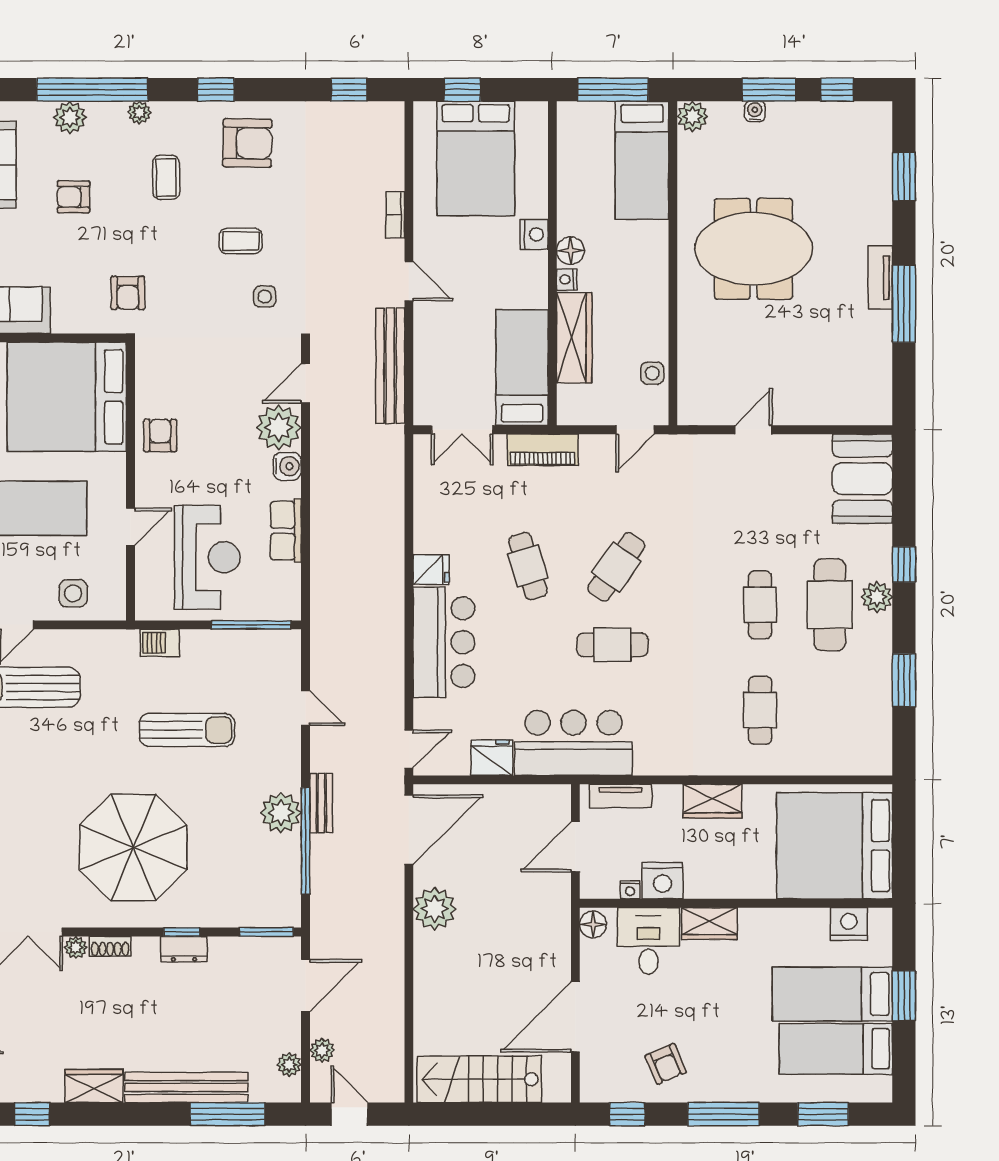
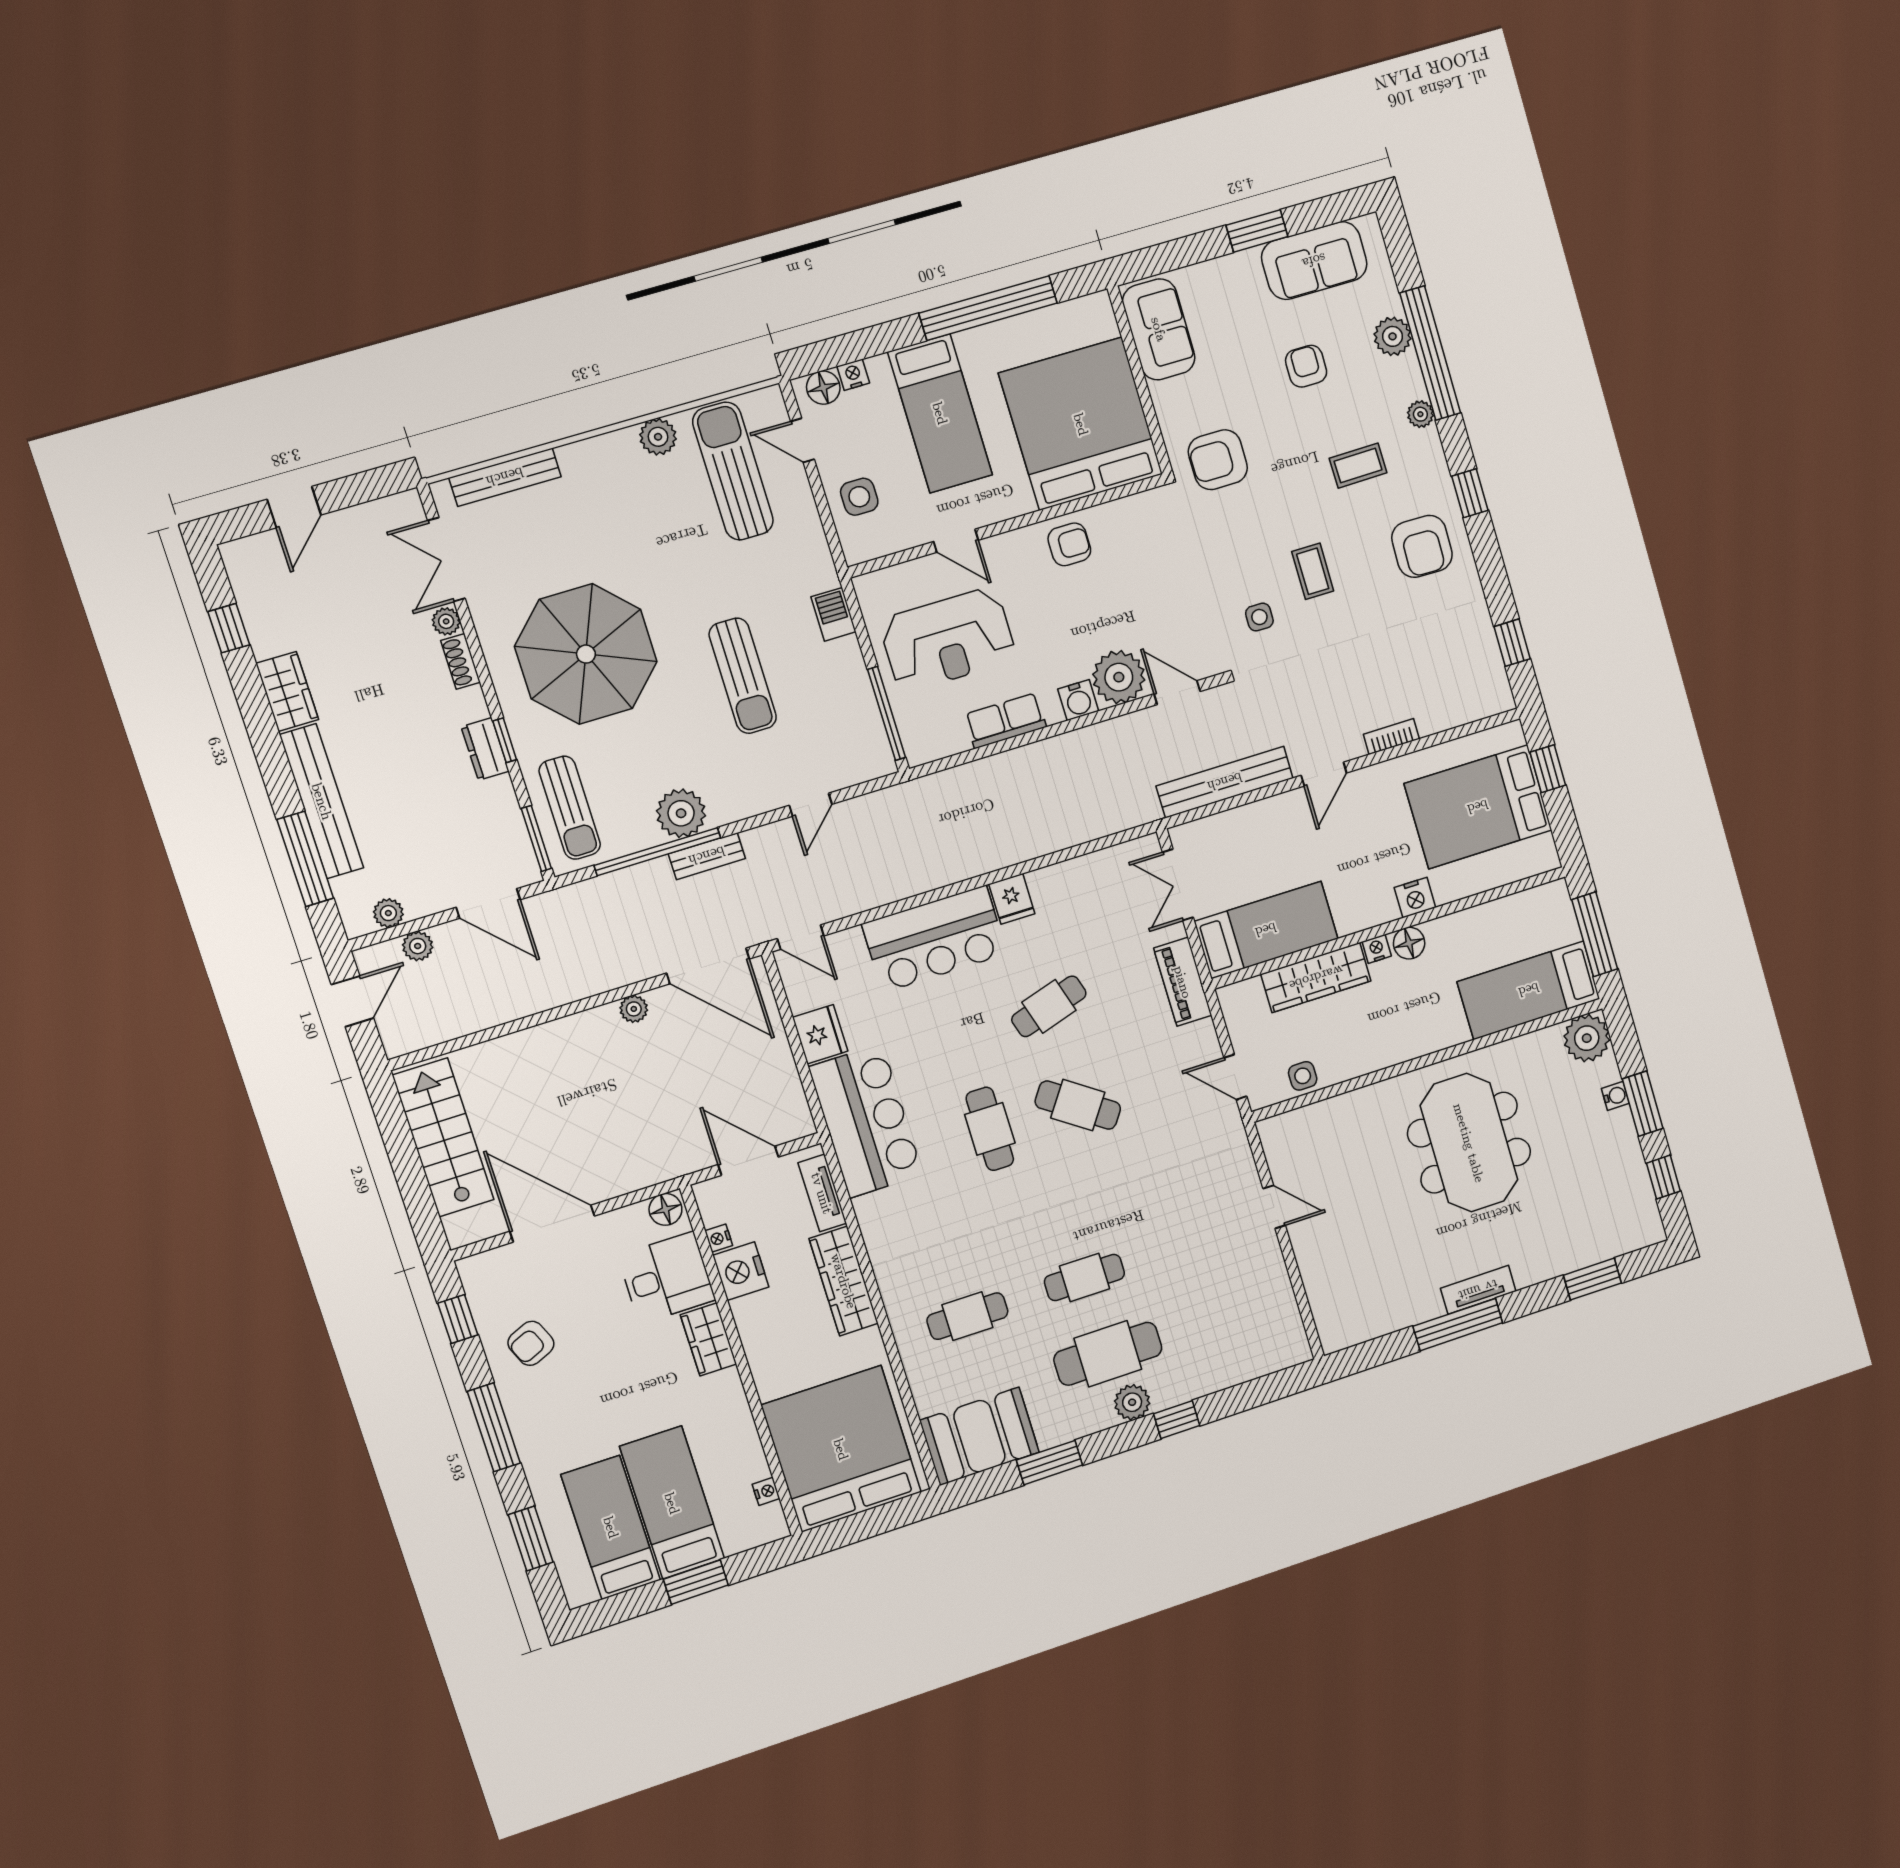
plant: (692, 116) -> (1587, 1038), width x1.36, depth x1.36
armchair: (128, 293) -> (1218, 460), width x1.38, depth x1.38
booth: (862, 479) -> (979, 1436), moved
wardrobe: (713, 801) -> (844, 1281), width x1.50
sun lounger: (250, 898) -> (570, 808), added
plant: (435, 909) -> (634, 1009), width x0.53, depth x0.53
nightstand: (849, 924) -> (766, 1491), width x0.53, depth x0.56

